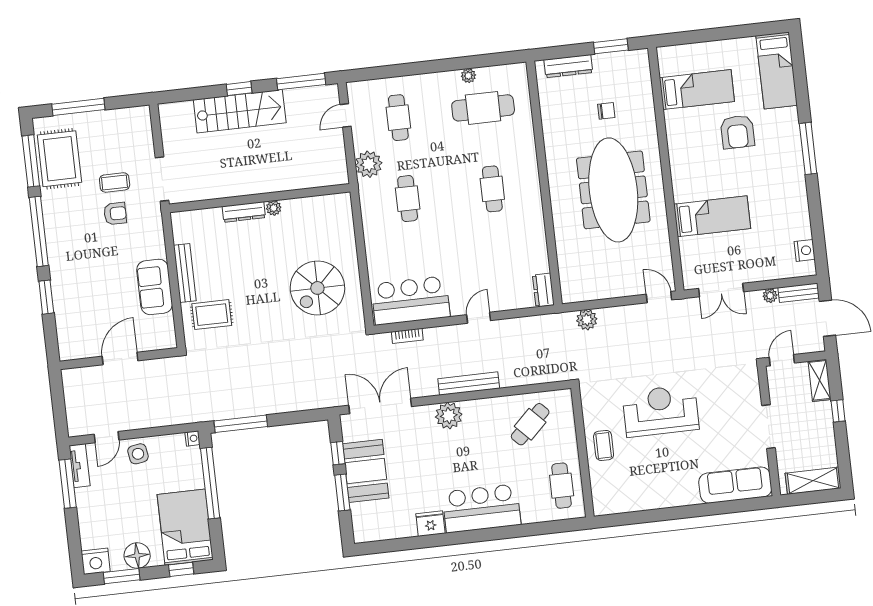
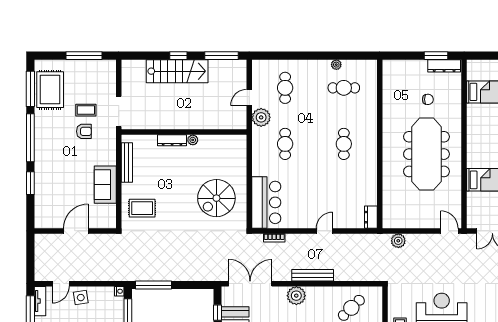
dresser: (568, 66) -> (444, 66), moved
window: (78, 107) -> (84, 56), moved
cafe table: (483, 108) -> (344, 88), width x0.73, depth x0.74
door: (346, 115) -> (249, 98), moved
bench: (185, 273) -> (127, 162), moved
bar counter: (411, 301) -> (266, 202), moved, turned 90

